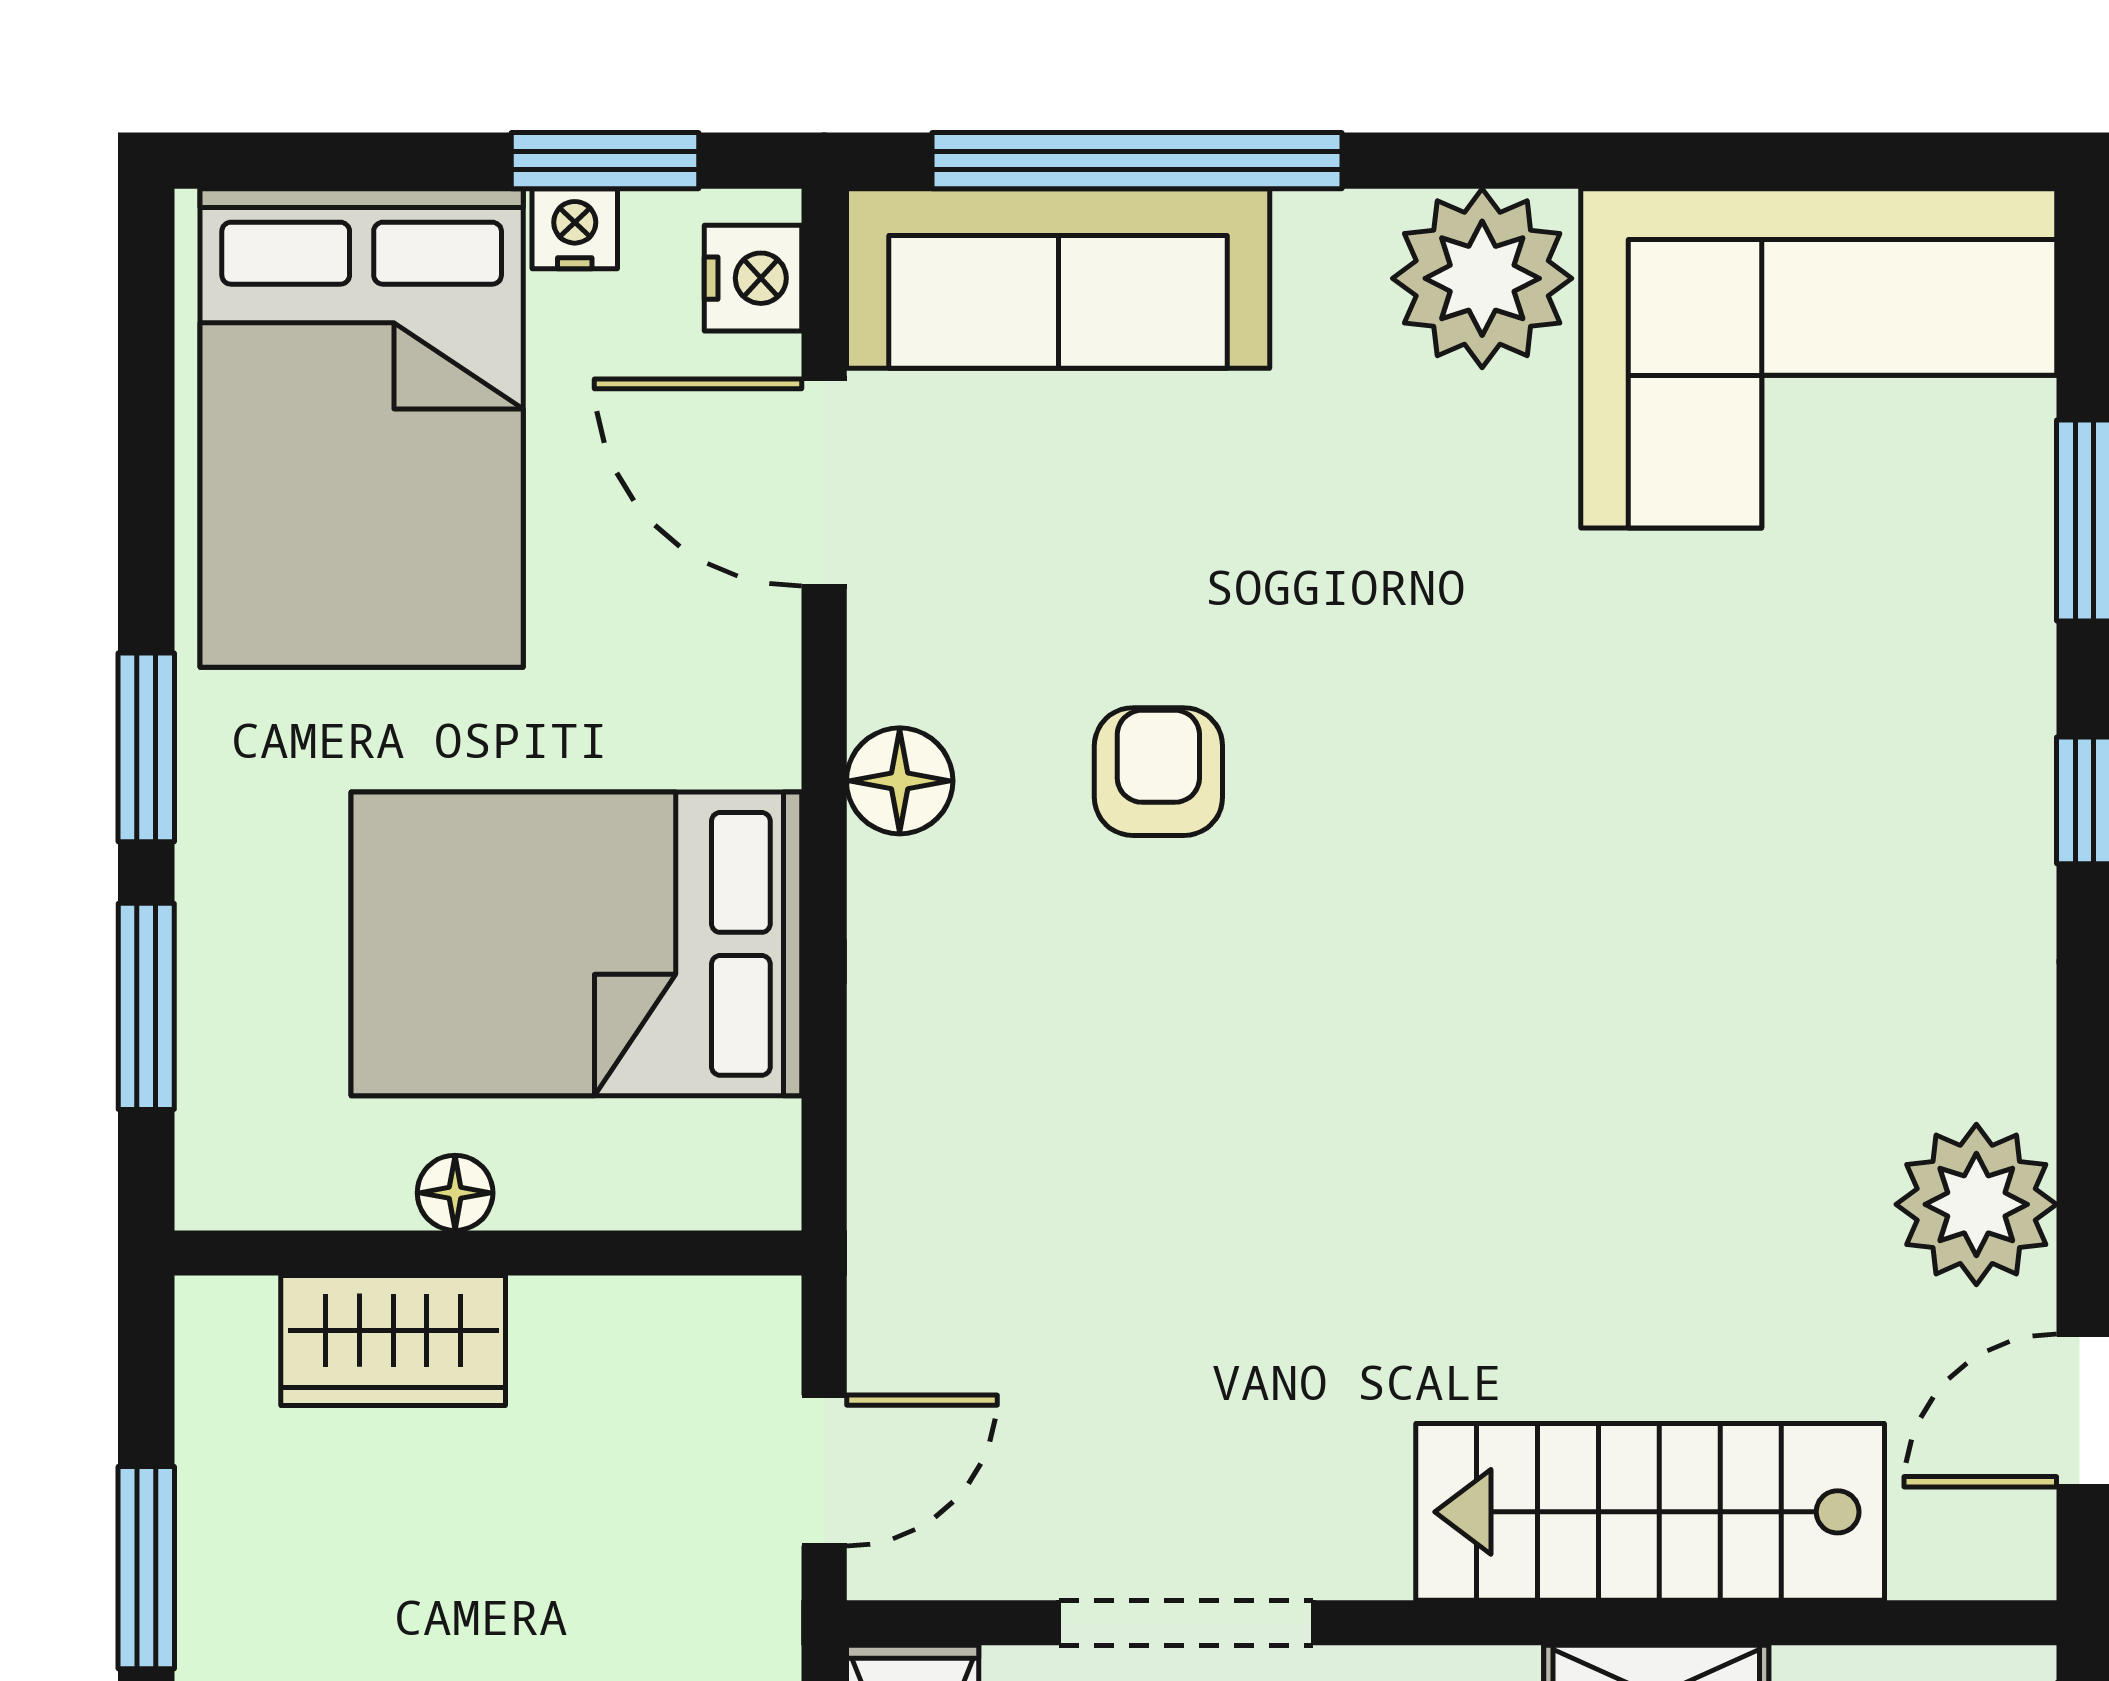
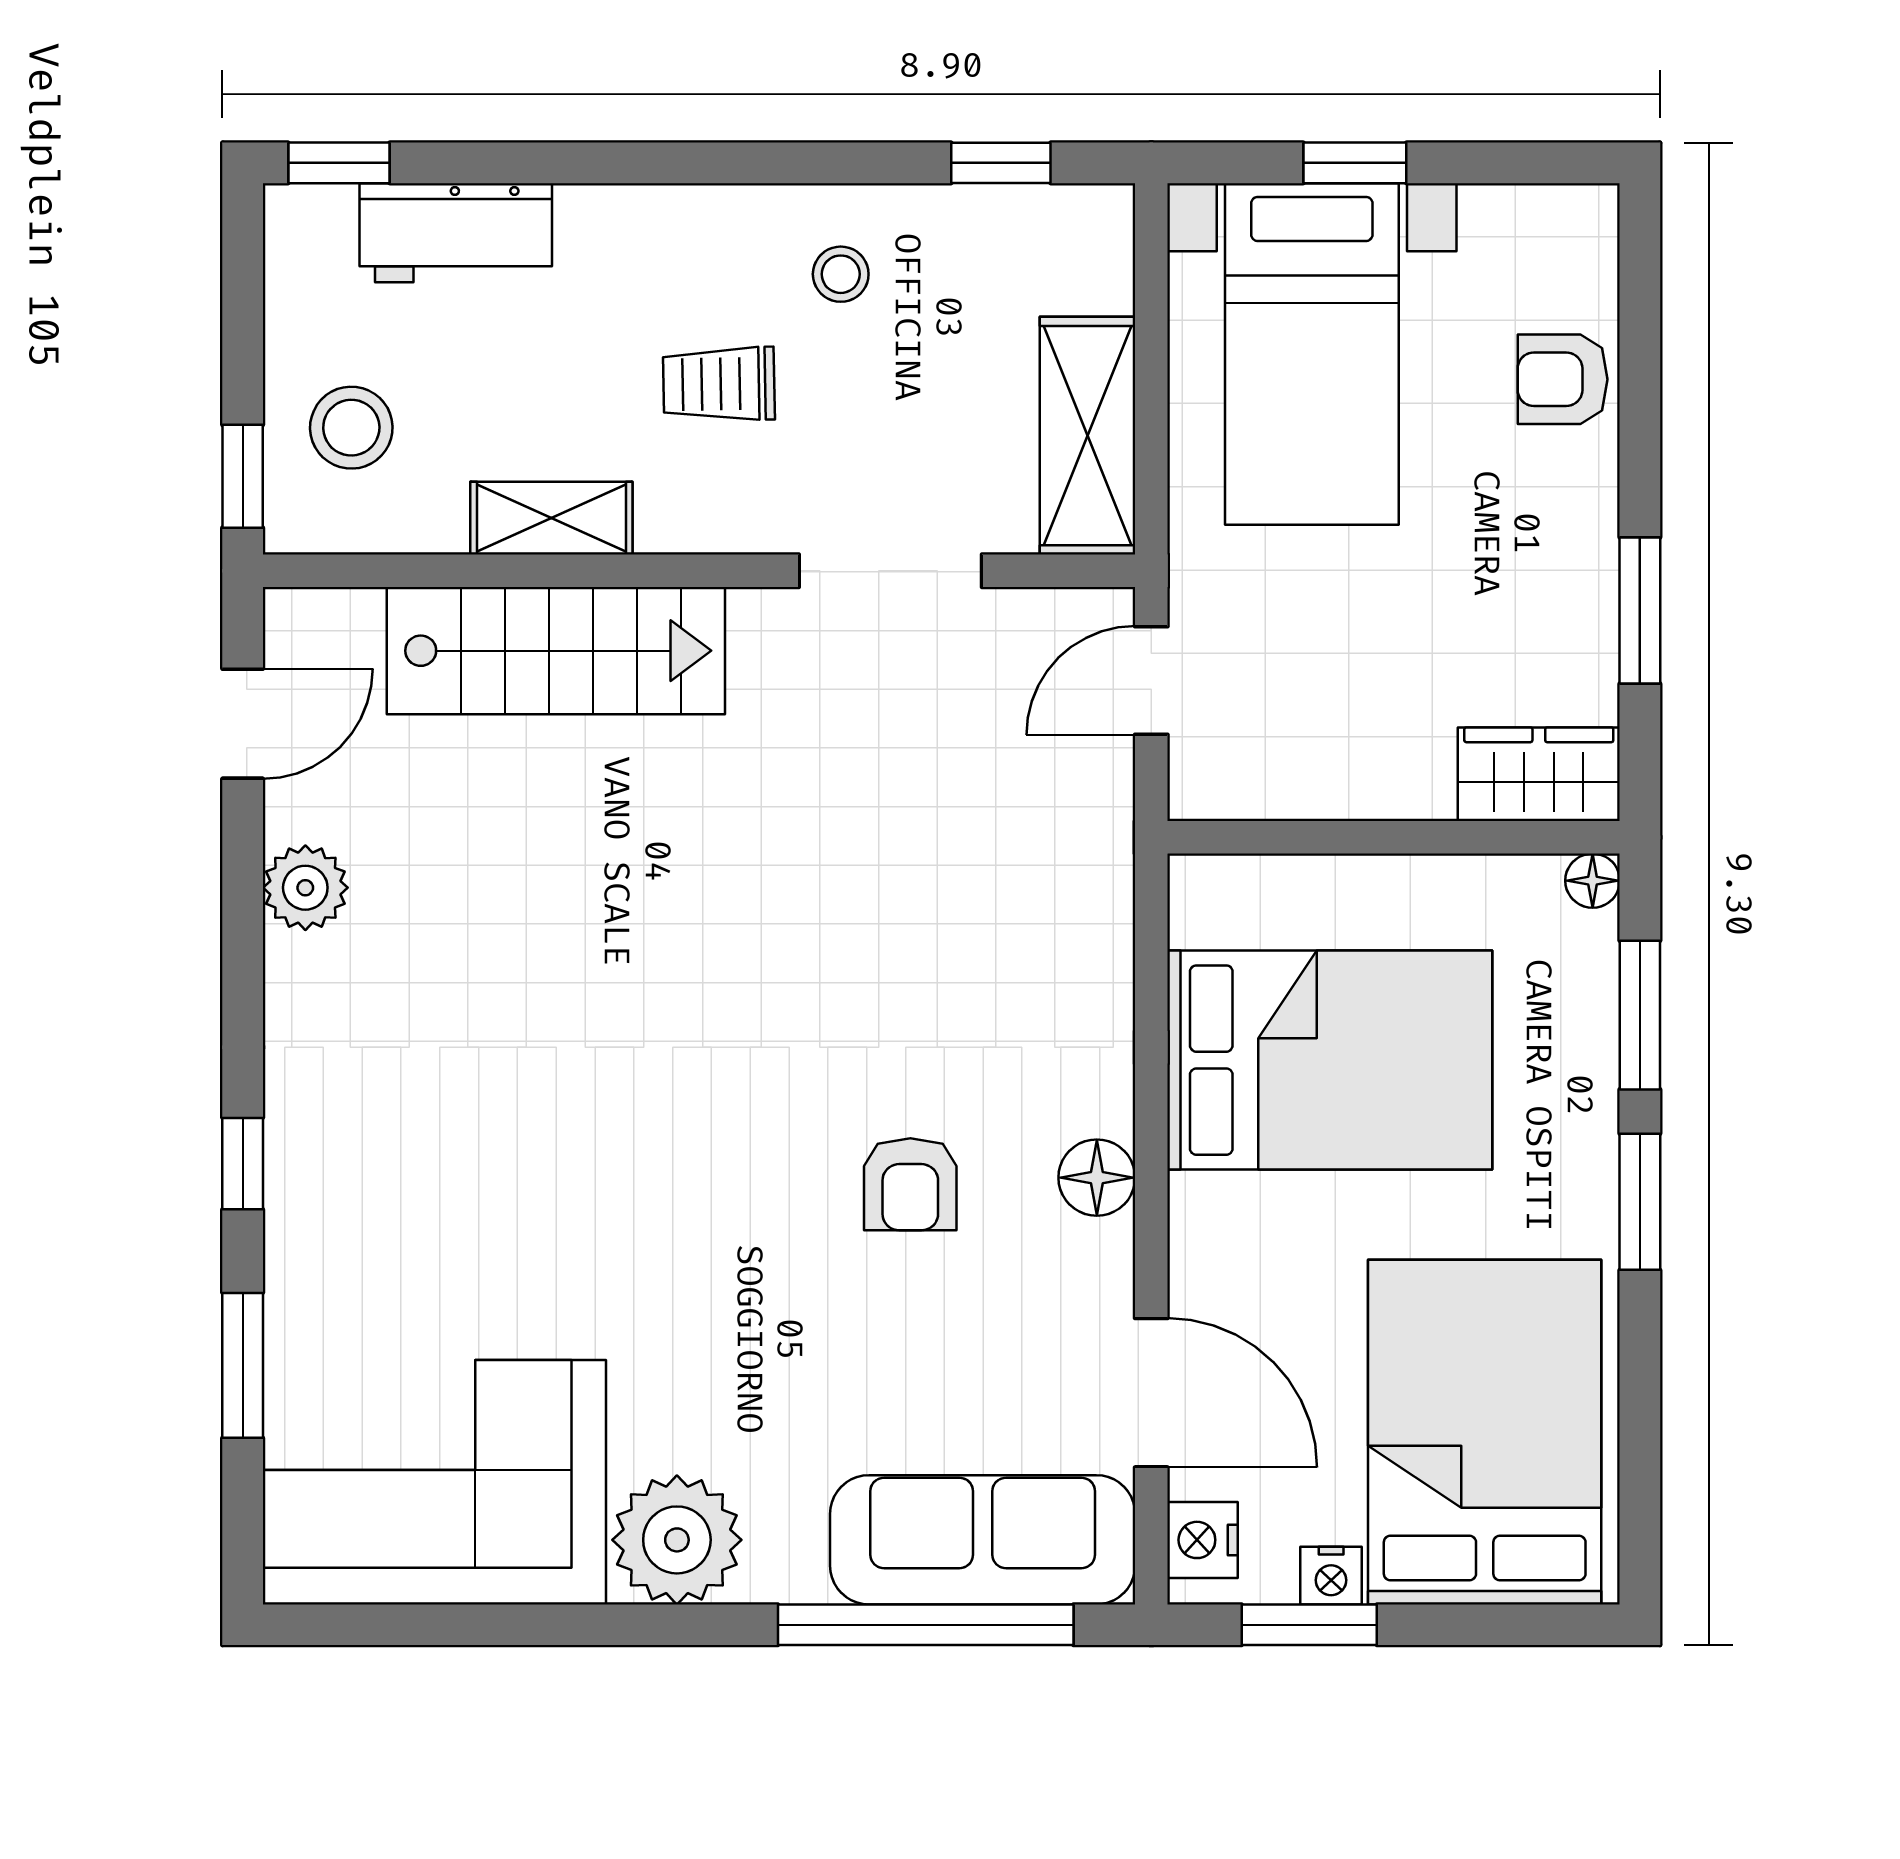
floor lamp: (455, 1193) -> (1593, 881), moved
plant: (1976, 1204) -> (305, 888), width x0.73, depth x0.73
wardrobe: (393, 1340) -> (1539, 774), moved

